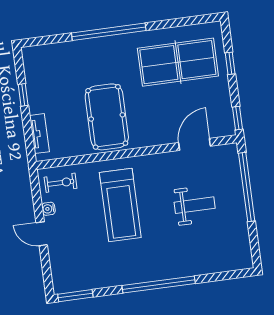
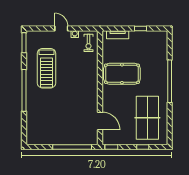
treadmill: (120, 205) -> (46, 68), moved, turned -90
weight bench: (195, 205) -> (66, 116), removed
door: (42, 234) -> (61, 28), hinge flipped

